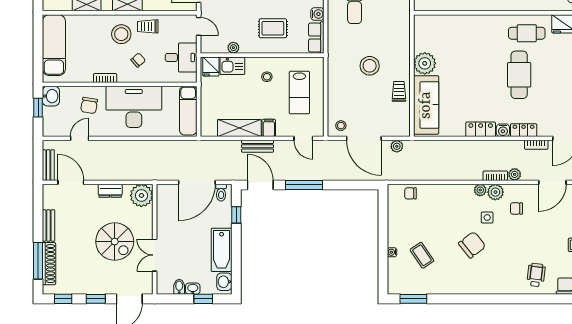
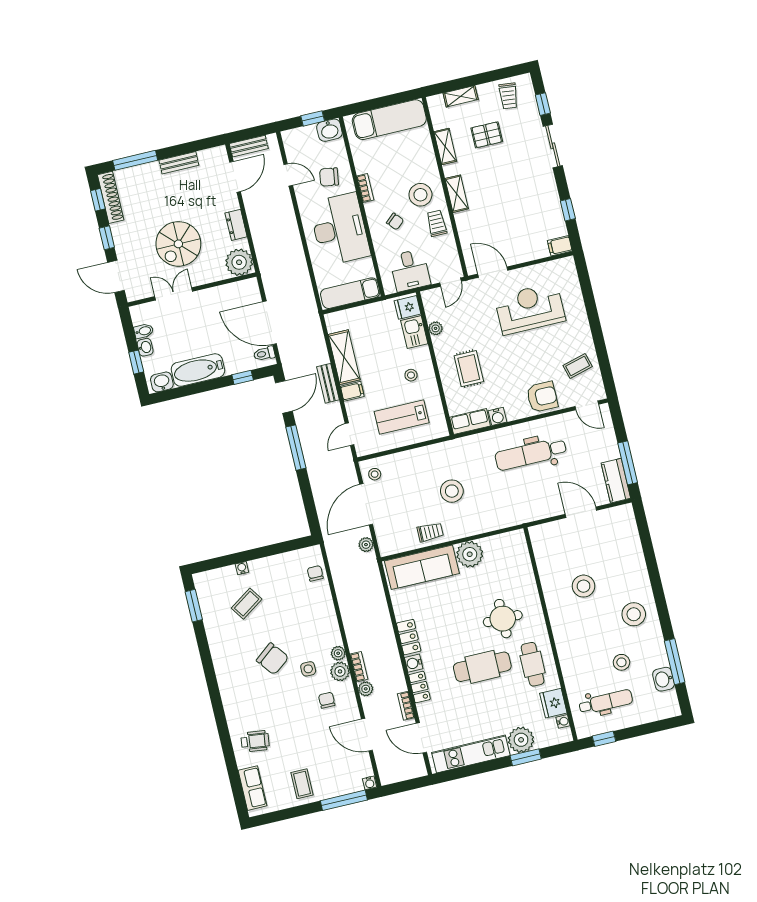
round table: (484, 49) -> (503, 619), added
shoe rack: (49, 264) -> (111, 197), moved, turned -90

